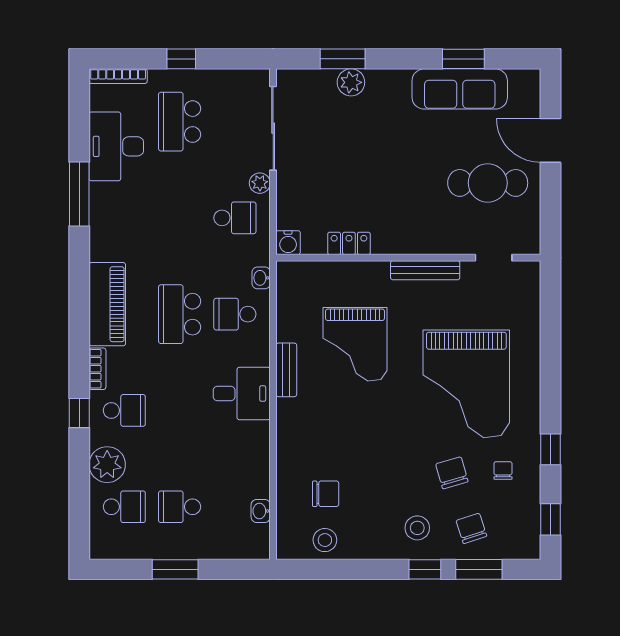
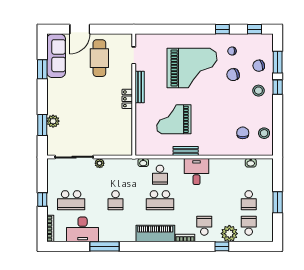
sofa: (460, 89) -> (56, 56), moved
school desk: (235, 218) -> (116, 200), moved, turned 180
water cooler: (288, 243) -> (127, 150), removed
locker: (349, 243) -> (127, 99), moved
grand piano: (355, 344) -> (174, 119), turned 180
window: (79, 413) -> (222, 246), moved

